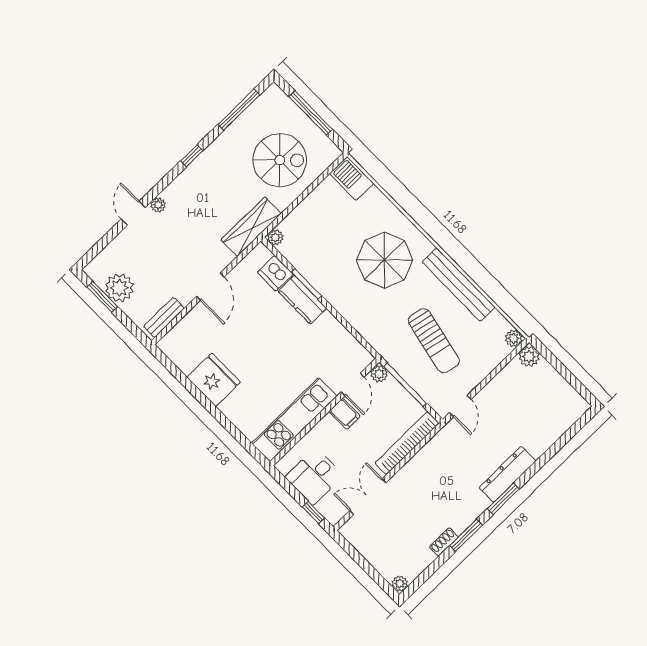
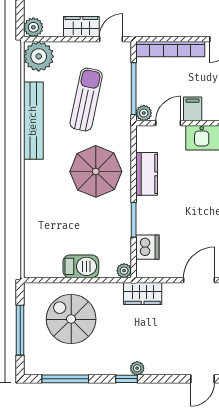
barbecue: (352, 178) -> (81, 266), moved, turned -90
plant: (158, 205) -> (137, 368), moved
wardrobe: (251, 227) -> (143, 294), width x0.67
parasol: (384, 260) -> (96, 171), moved
kitchen counter: (302, 300) -> (147, 174), moved
plant: (514, 338) -> (39, 56), width x1.87, depth x1.87
wardrobe: (492, 393) -> (81, 27), added

